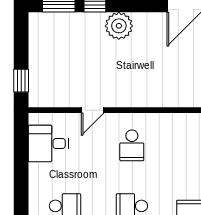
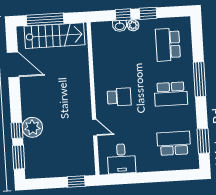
plant: (119, 26) -> (32, 127), moved

